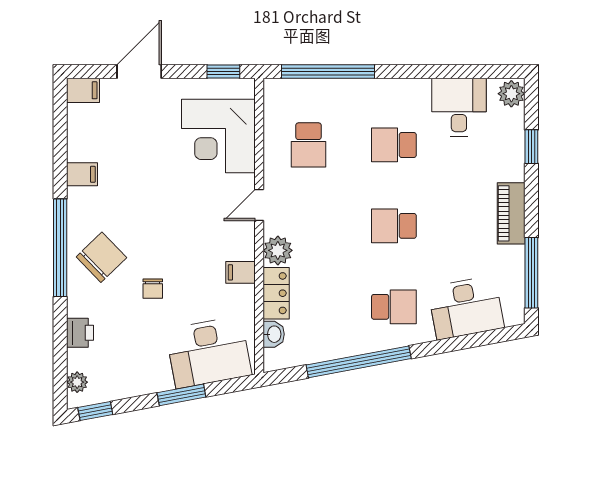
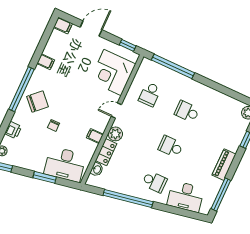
desk: (459, 107) -> (223, 108), removed

